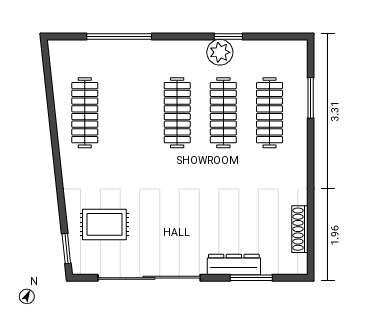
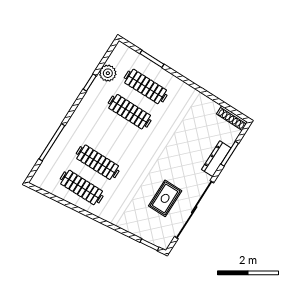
plant: (220, 52) -> (108, 73), moved
clothes rail: (177, 113) -> (98, 162), moved
rug: (104, 224) -> (165, 198), moved
shoe rack: (300, 229) -> (232, 118), moved

